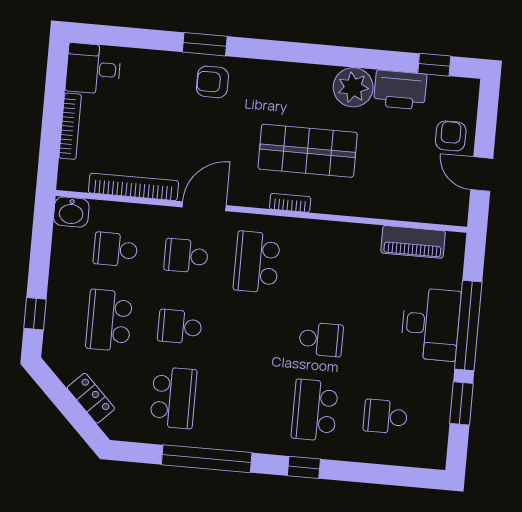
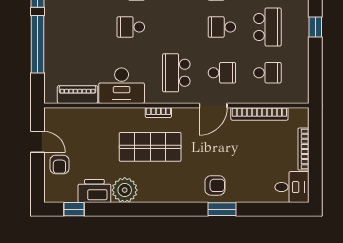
washbasin: (71, 212) -> (298, 94), removed
school desk: (257, 262) -> (176, 73), turned 180
desk: (431, 324) -> (122, 86), moved, turned -90
school desk: (180, 327) -> (222, 27), turned 180

